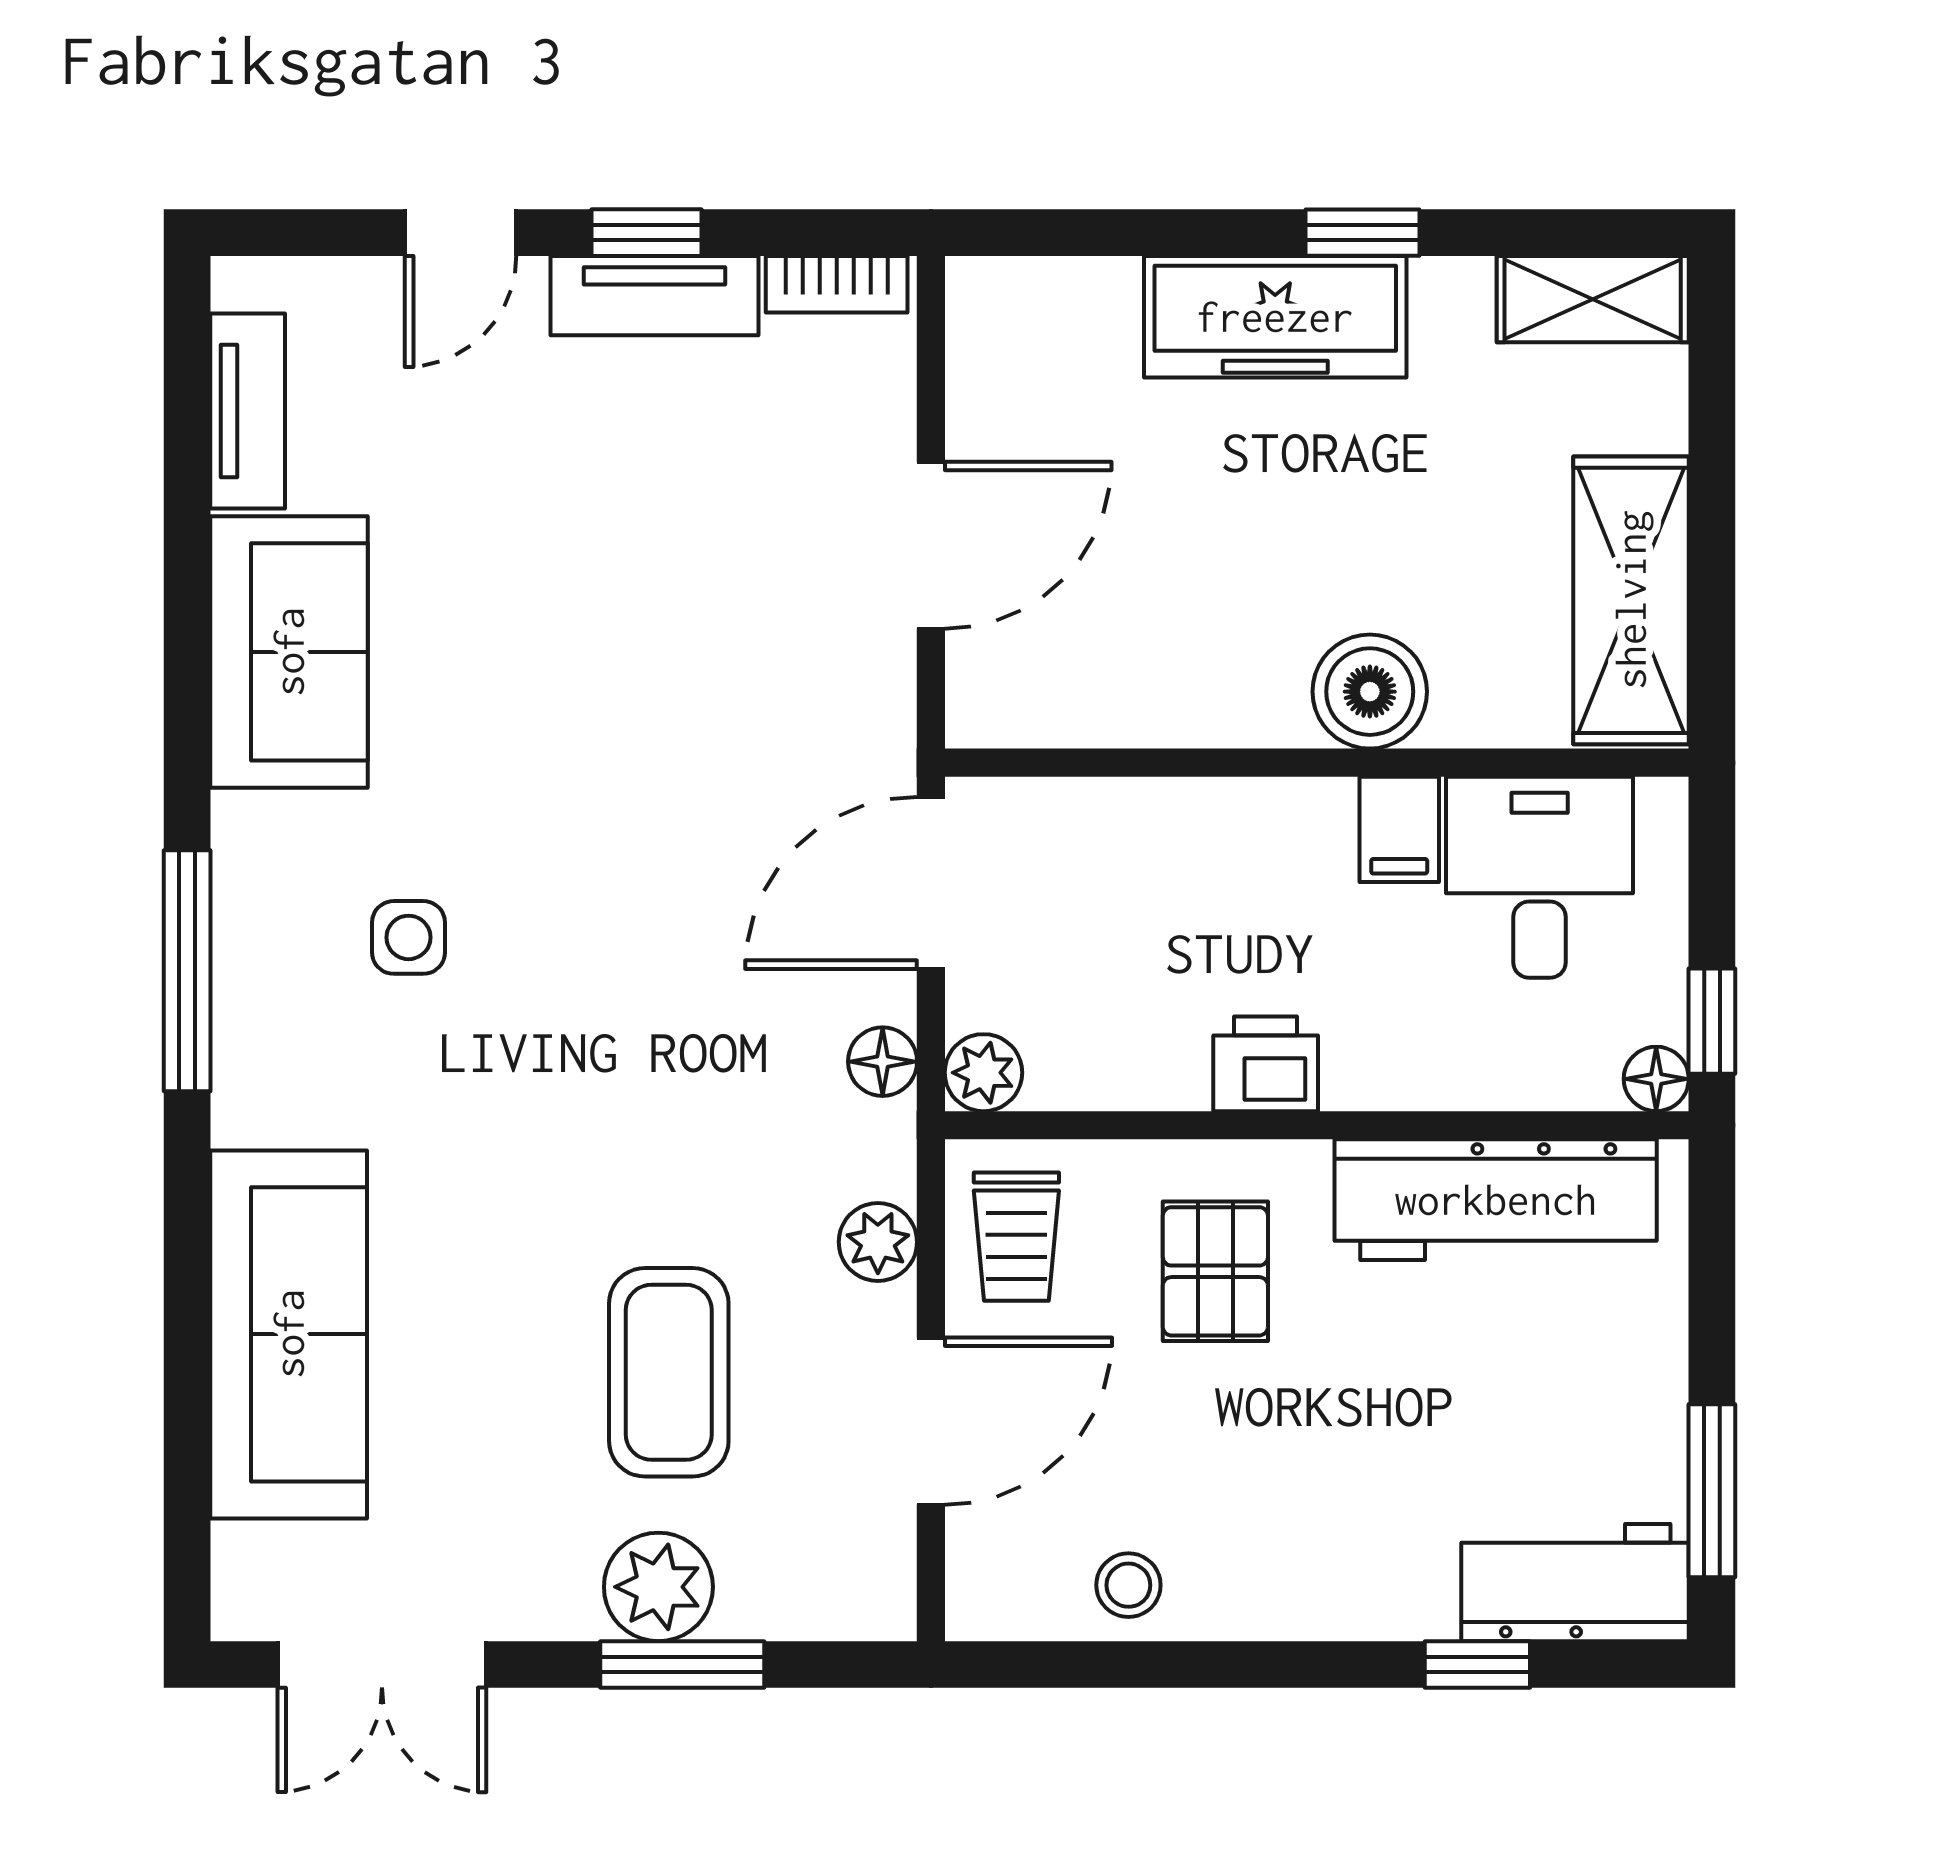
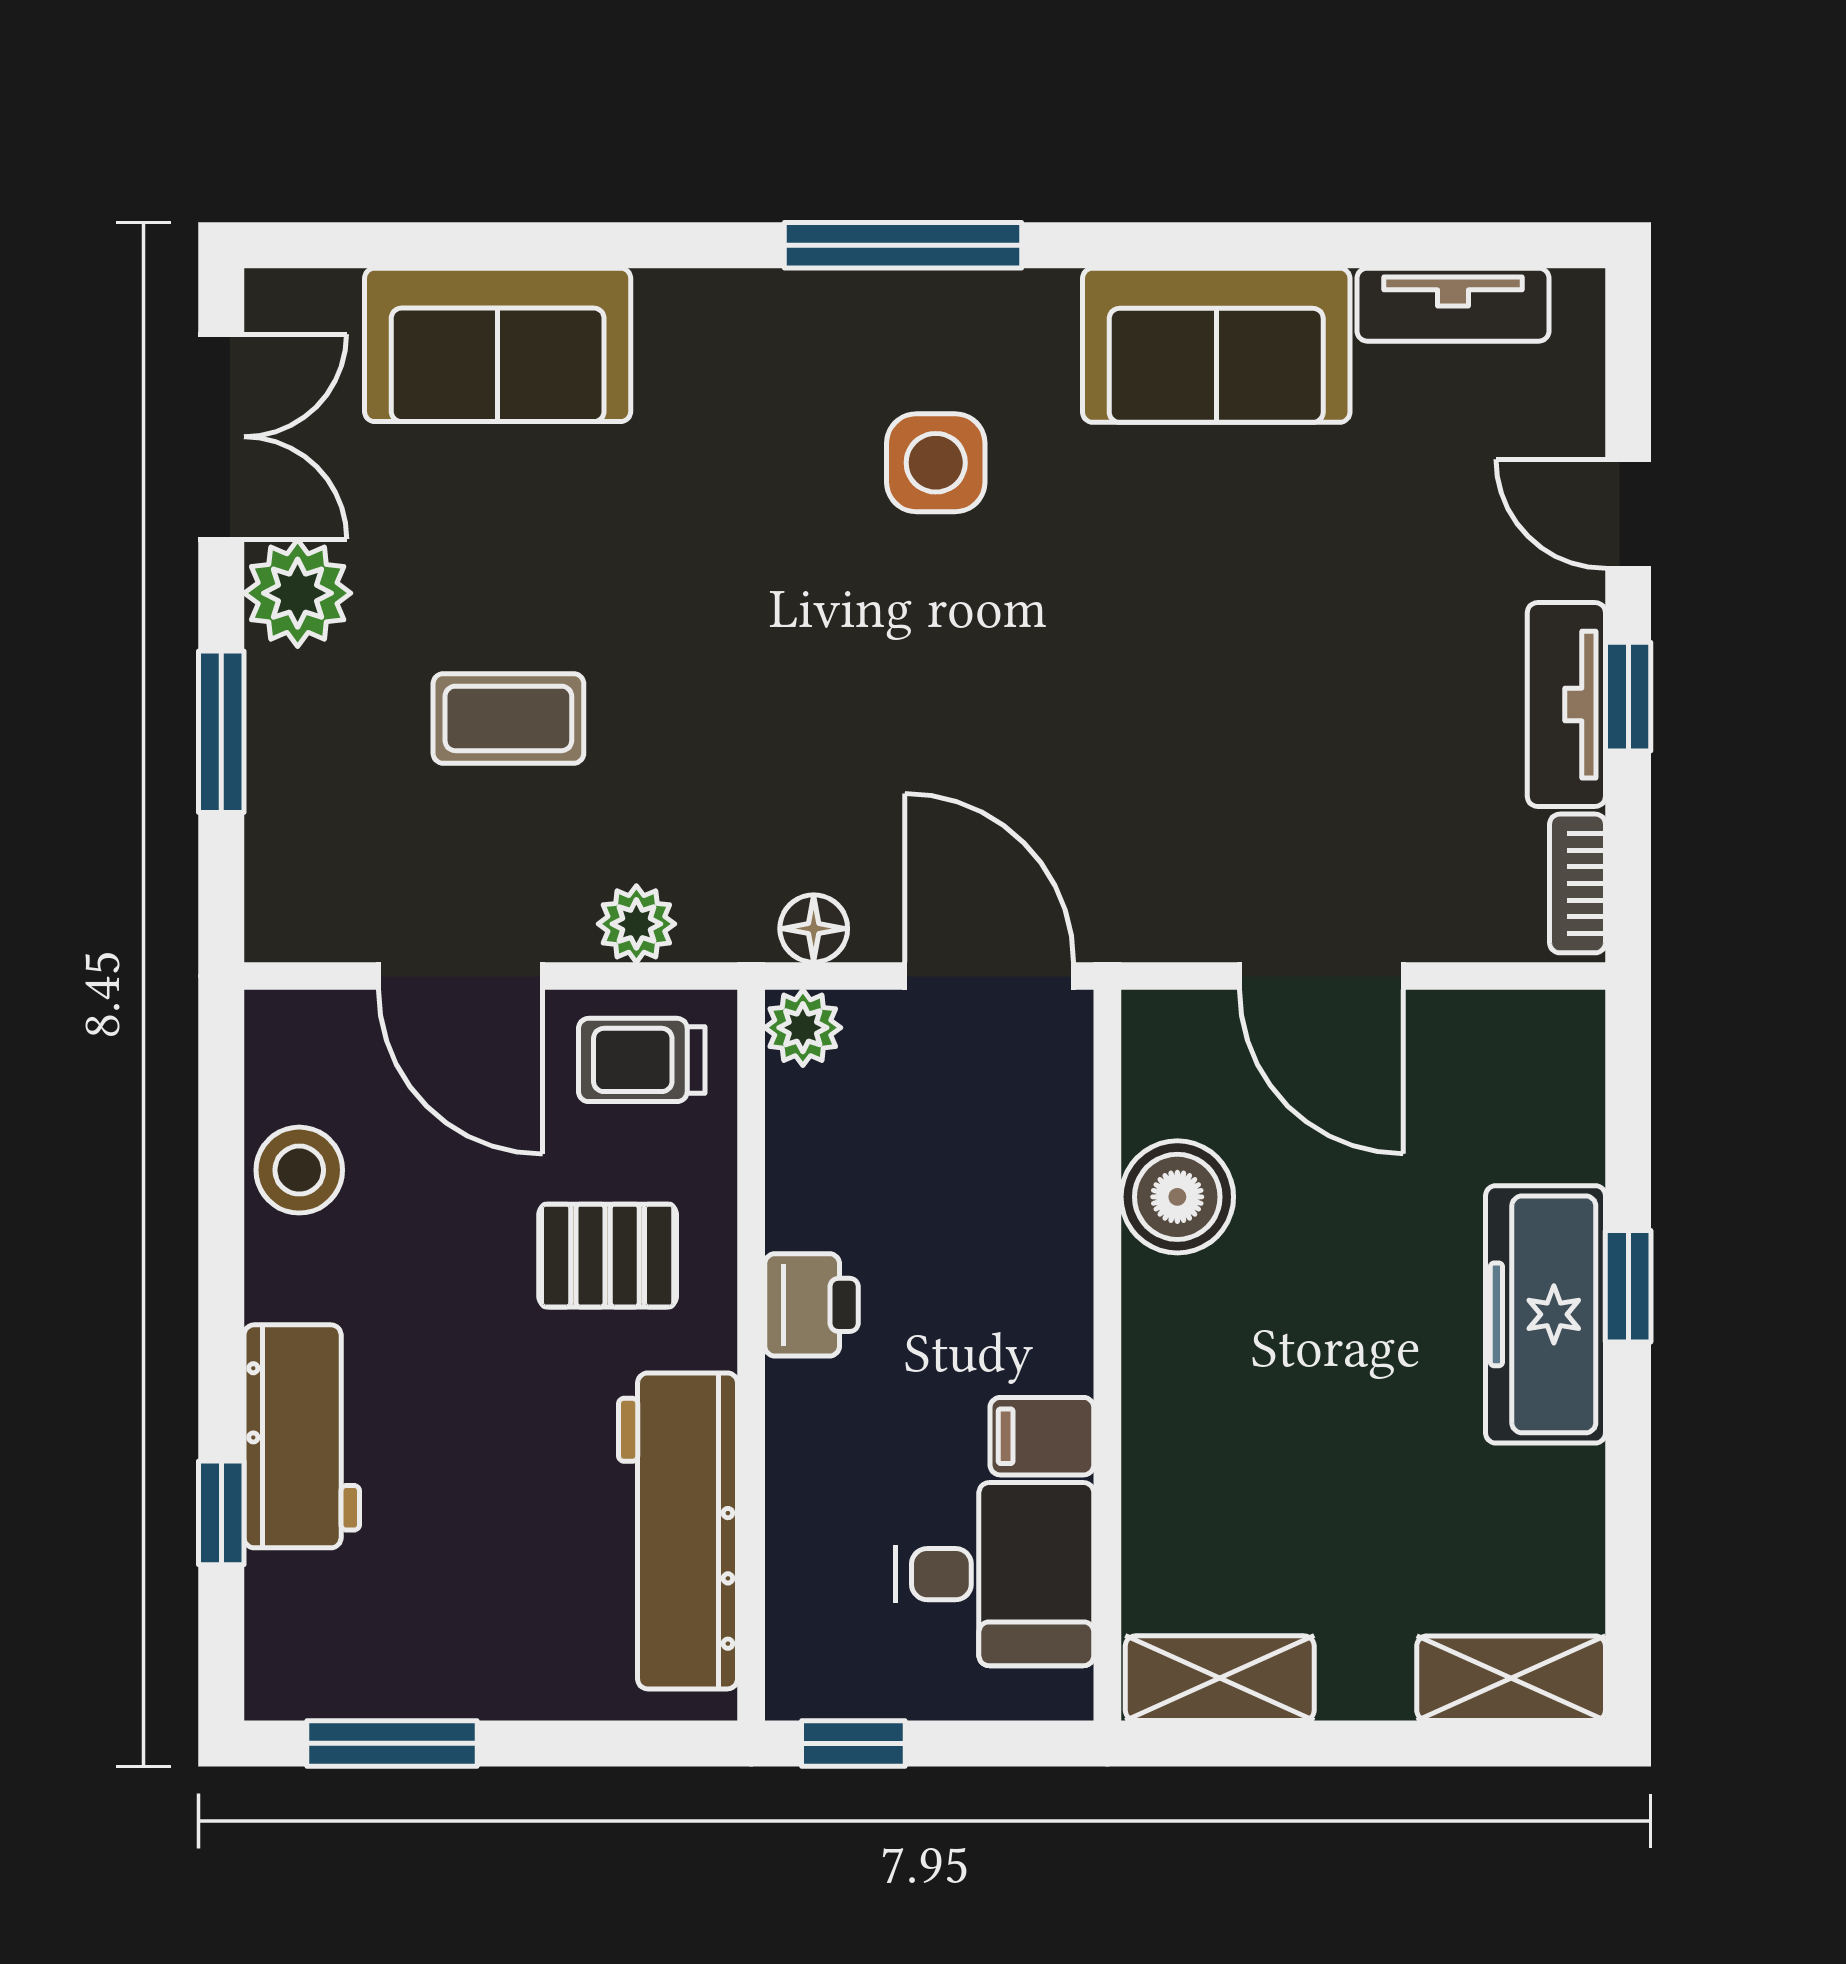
window: (1362, 233) -> (1628, 1286), moved
shelving: (1593, 299) -> (1511, 1678), moved, turned 90
shelving: (1631, 600) -> (1220, 1678), width x0.67, depth x0.75
boiler: (1370, 692) -> (1177, 1197), moved
side table: (409, 937) -> (936, 463), width x1.37, depth x1.37
floor lamp: (1656, 1079) -> (797, 1689), removed
sofa: (289, 1334) -> (498, 345), width x0.73
coffee table: (669, 1372) -> (508, 718), width x0.73, depth x0.77
workbench: (1575, 1583) -> (302, 1436), moved
stool: (1128, 1585) -> (299, 1170), width x1.37, depth x1.37
plant: (658, 1587) -> (298, 593), moved
double door: (382, 1664) -> (221, 437), swing flipped

